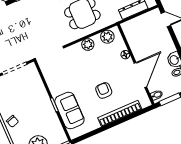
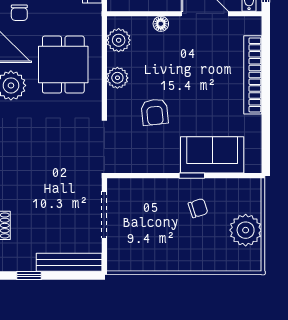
armchair: (104, 90) -> (155, 112), moved, turned -96
chair: (13, 121) -> (198, 208), moved

